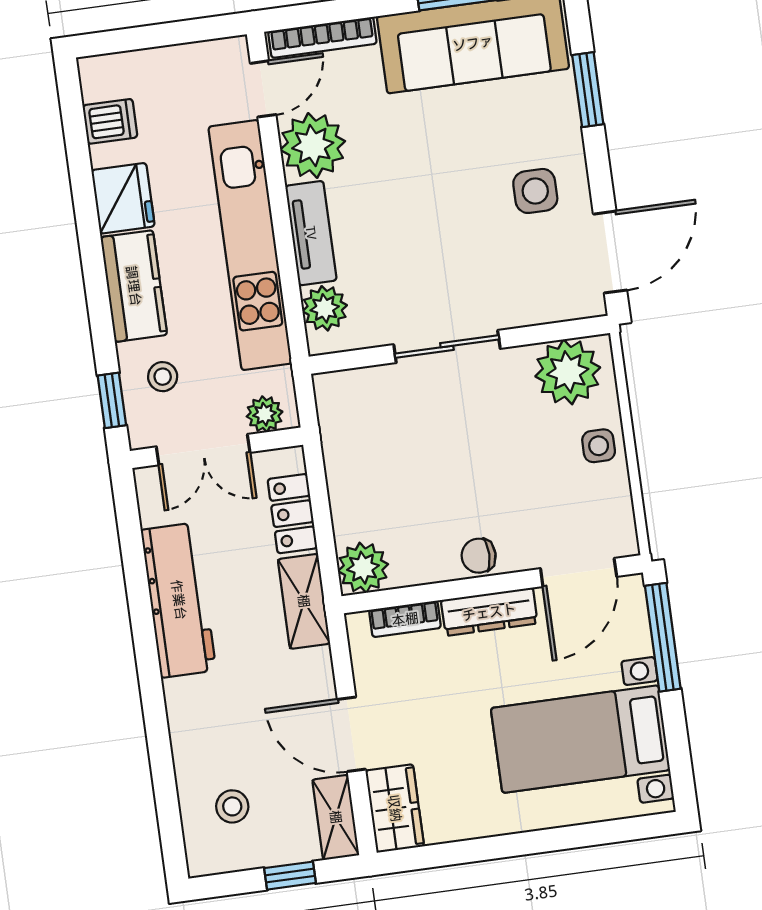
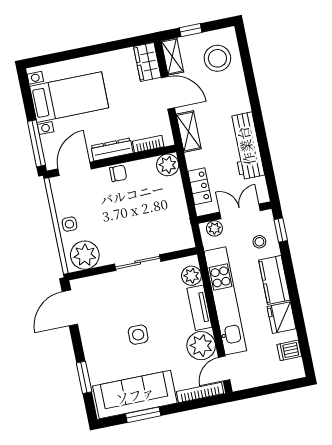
side table: (535, 191) -> (138, 335), moved
shelving: (304, 601) -> (189, 131), moved
stool: (232, 806) -> (217, 58), width x1.89, depth x1.89

